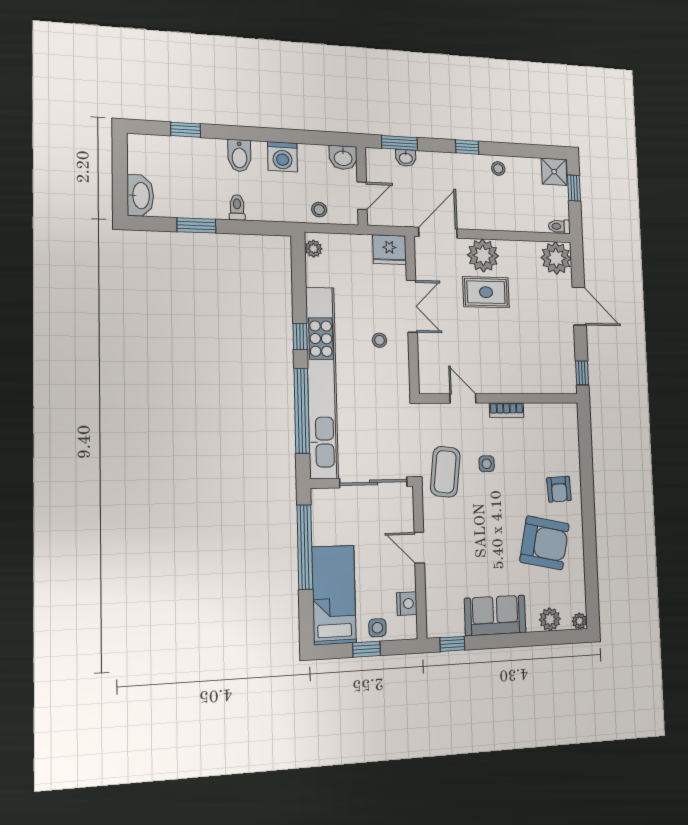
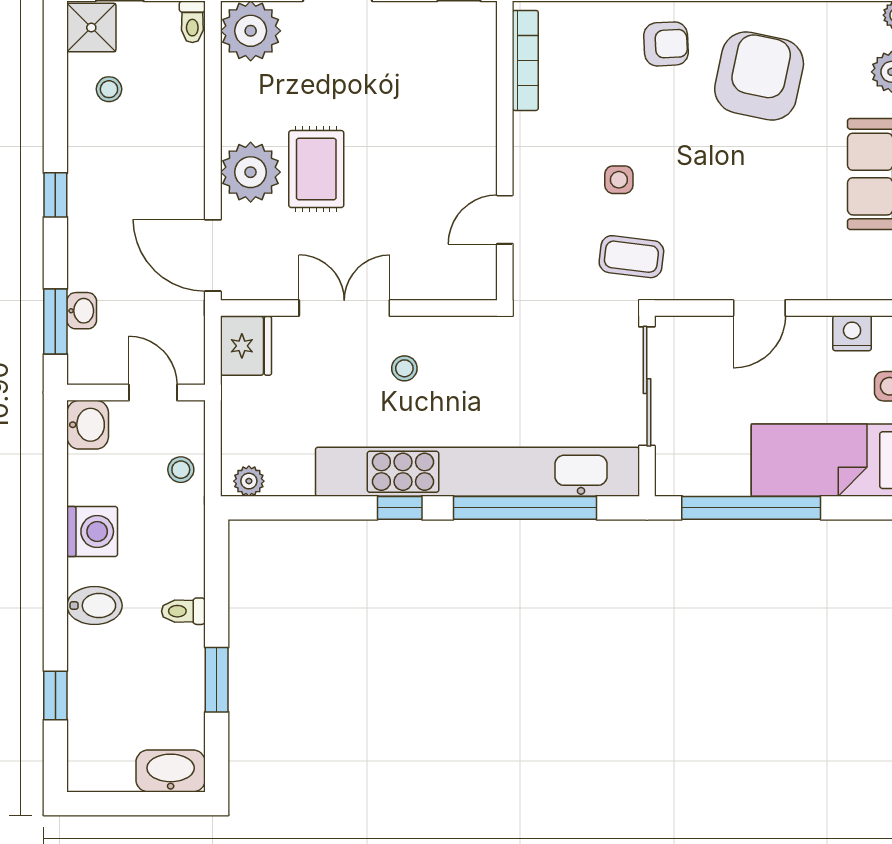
stool: (498, 169) -> (109, 89), moved
bookcase: (507, 410) -> (525, 60), moved, width x1.56
coffee table: (445, 472) -> (631, 257), width x0.73, depth x0.77

